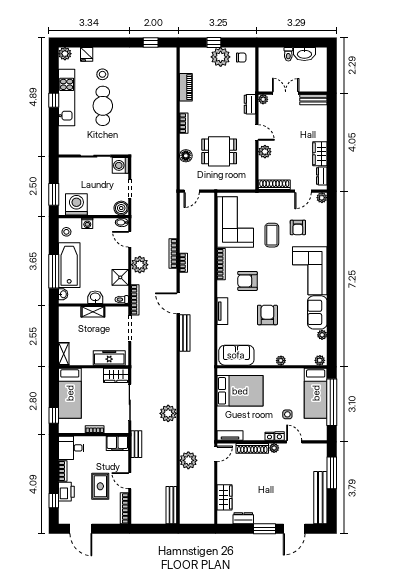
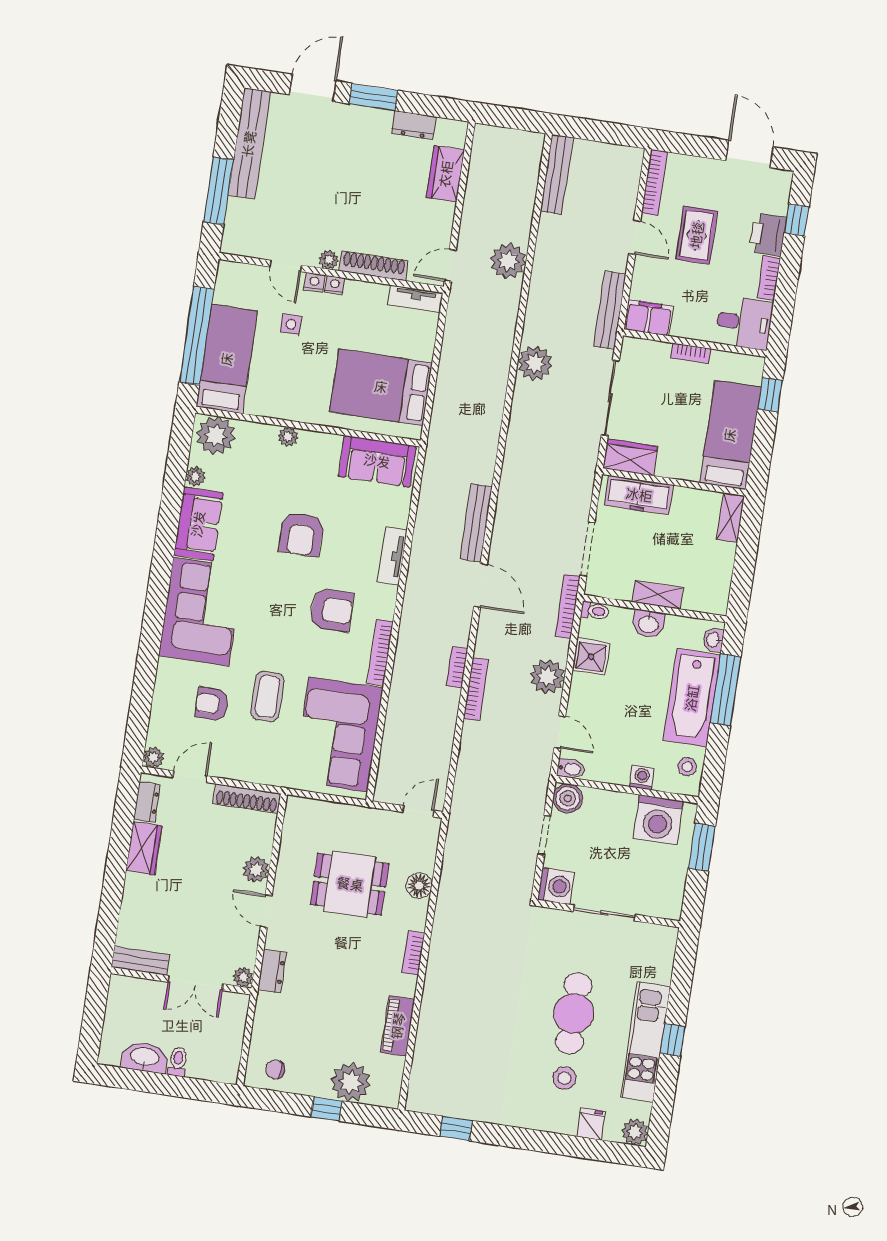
plant: (221, 57) -> (351, 1082), moved
armchair: (298, 227) -> (212, 704), turned -90
plant: (320, 360) -> (216, 435), width x1.88, depth x1.88
bench: (136, 444) -> (610, 310), width x1.36

